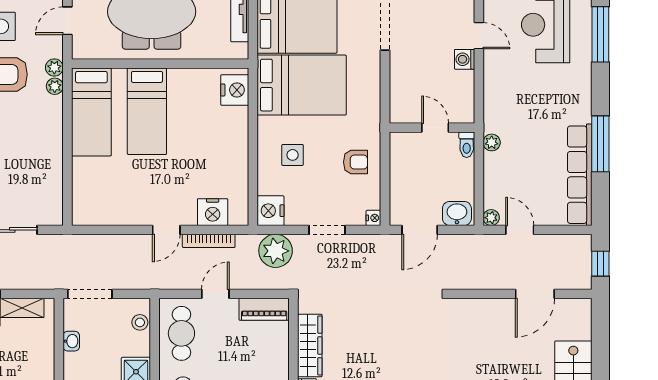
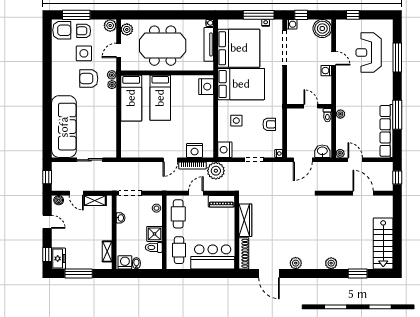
plant: (276, 251) -> (216, 171), moved
door: (535, 294) -> (363, 193), swing flipped

